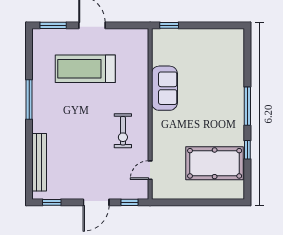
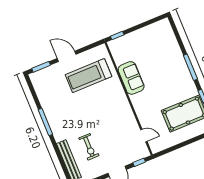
treadmill: (85, 69) -> (88, 76), moved
exercise bike: (123, 131) -> (89, 147), moved
door: (150, 170) -> (144, 136), swing flipped

